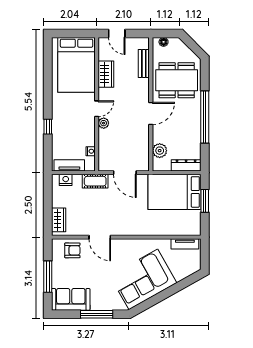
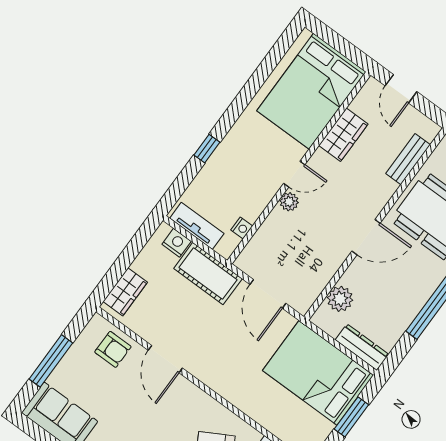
cot: (95, 181) -> (208, 274), width x1.37, depth x1.34

